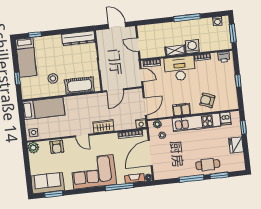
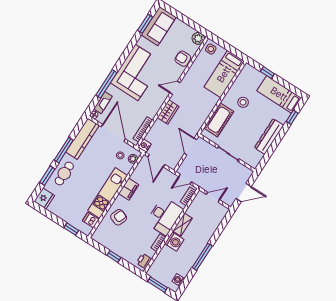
dresser: (78, 38) -> (269, 136), moved
fridge: (236, 145) -> (44, 198), moved, turned 90
kitchen counter: (172, 172) -> (82, 139), added

